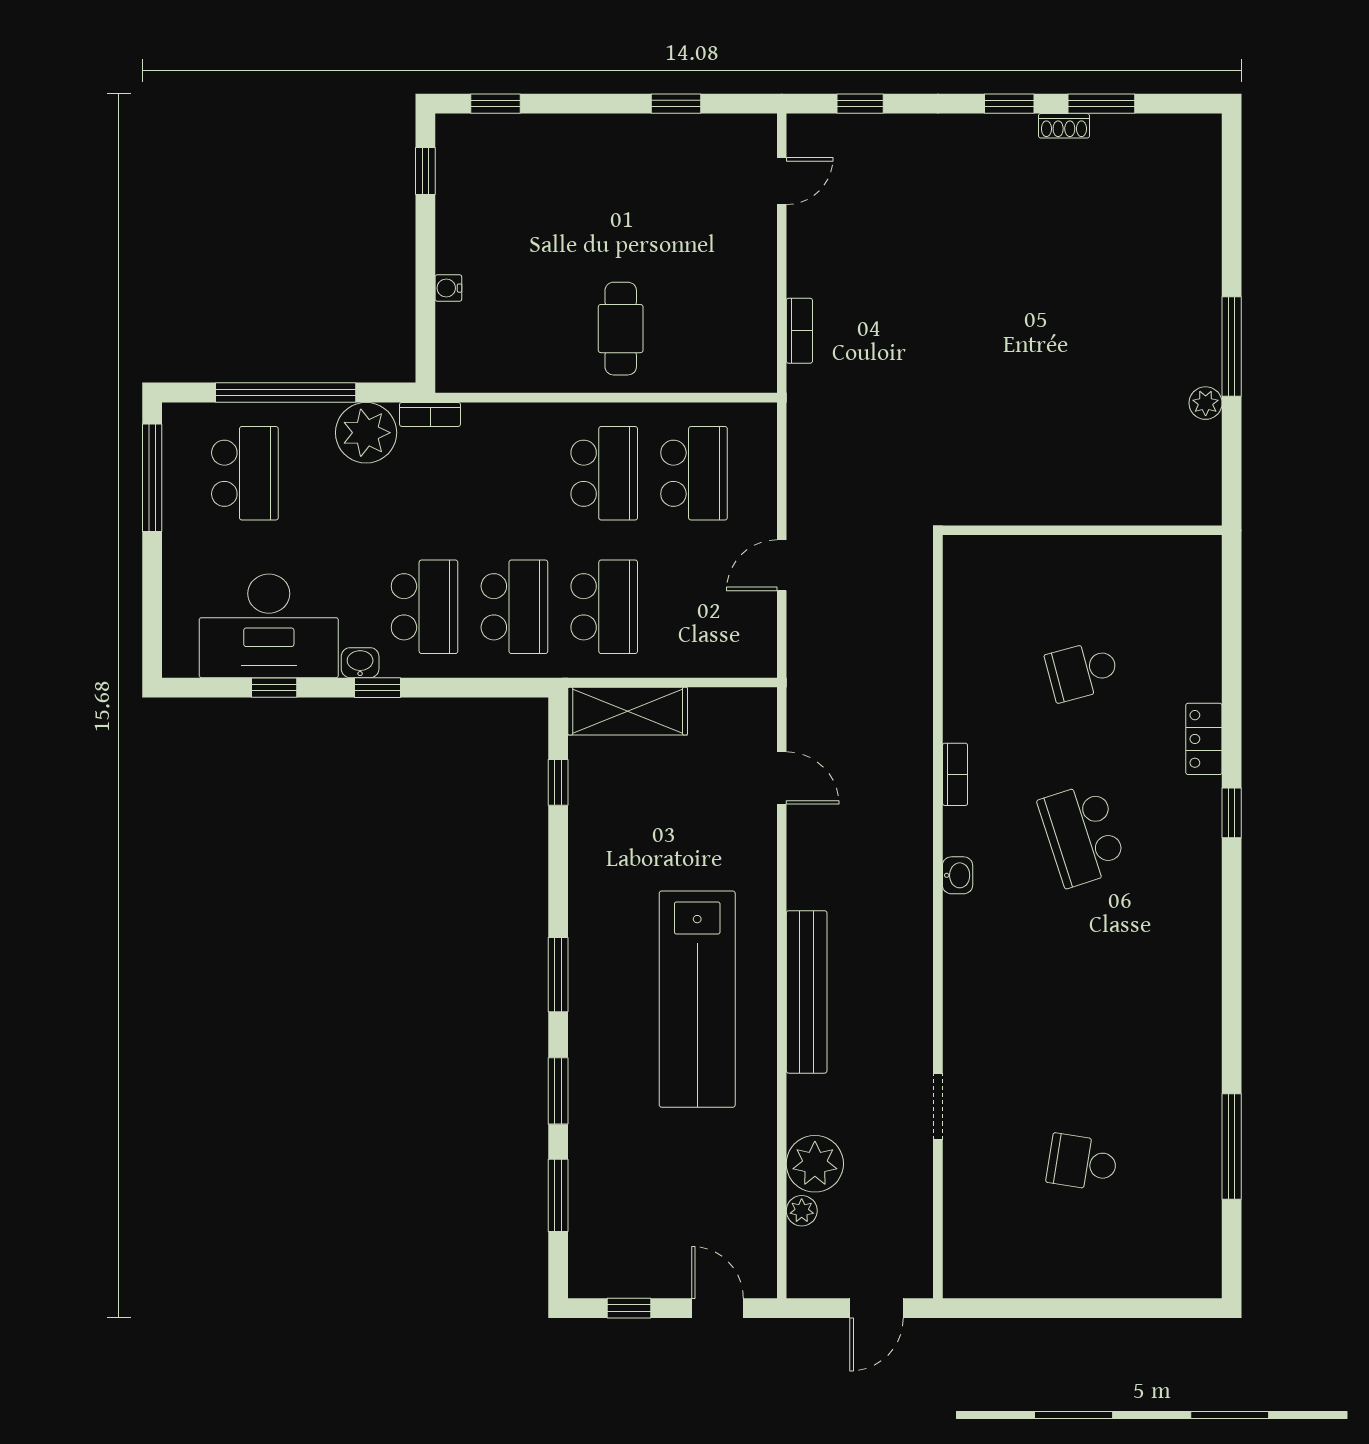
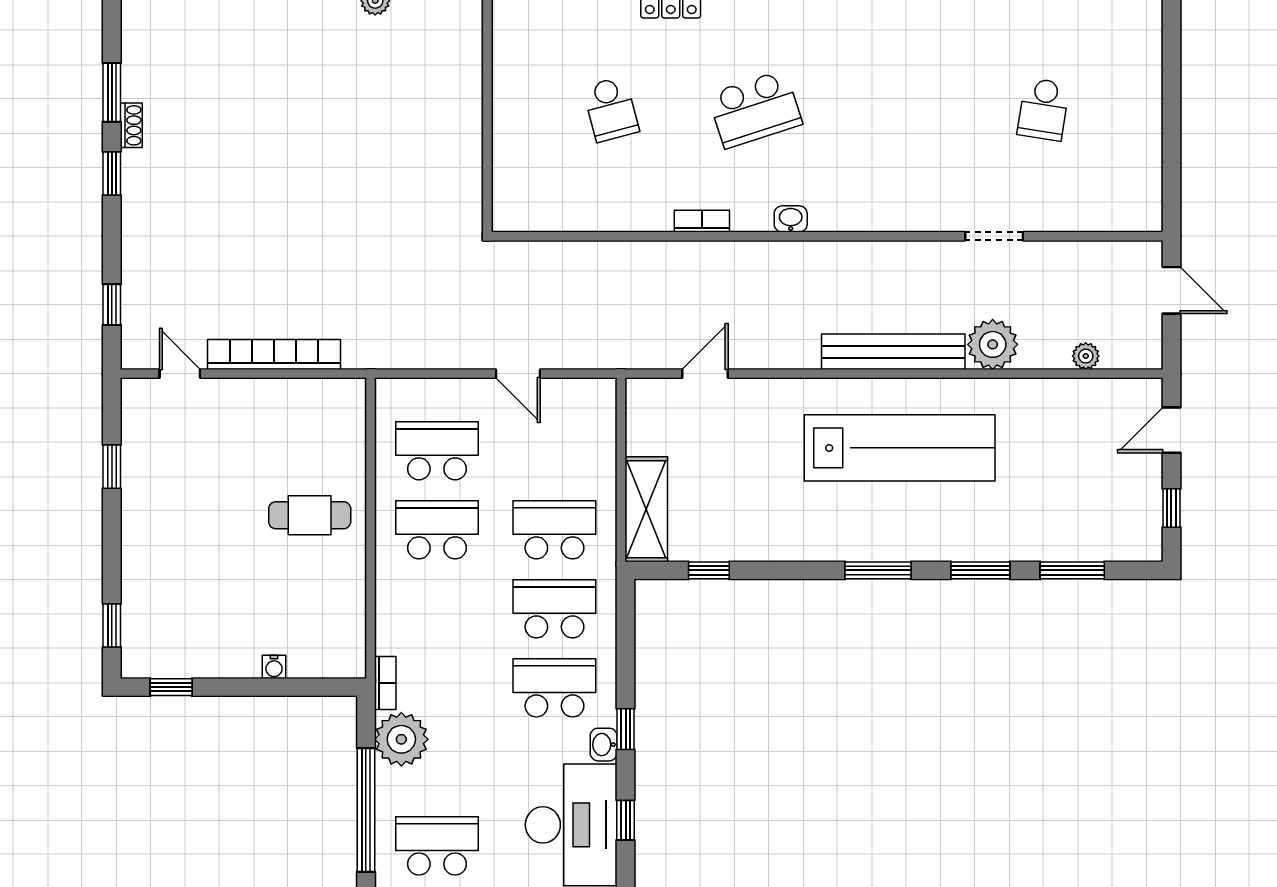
bookcase: (799, 331) -> (274, 354), width x2.31, depth x1.31
plant: (815, 1164) -> (993, 344), moved

